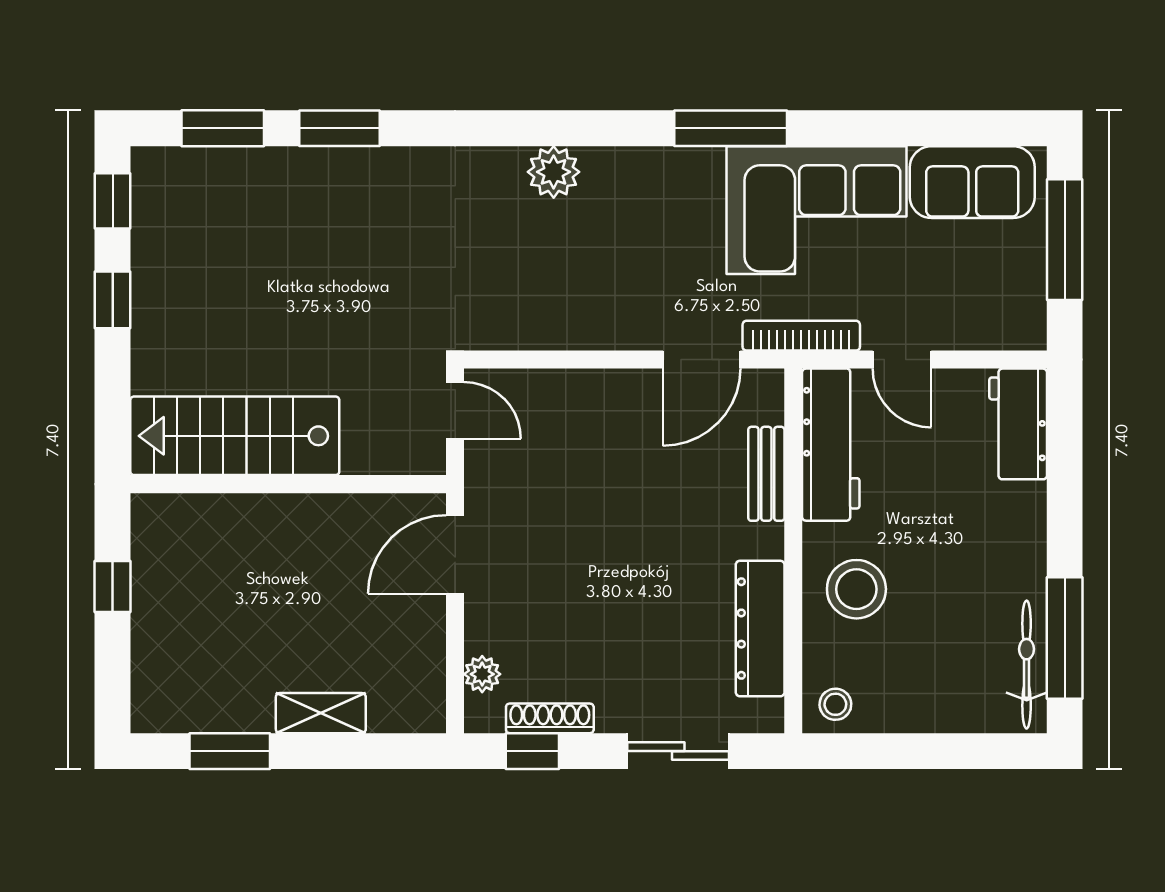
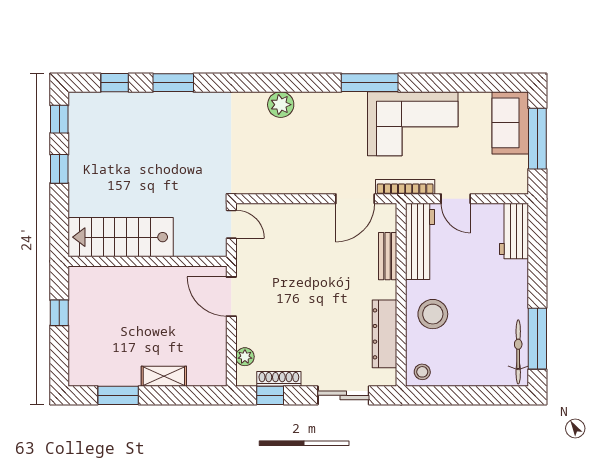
window: (223, 128) -> (115, 83), width x0.67
sofa: (972, 182) -> (510, 123), moved, turned 90
door: (455, 554) -> (231, 297), hinge flipped

